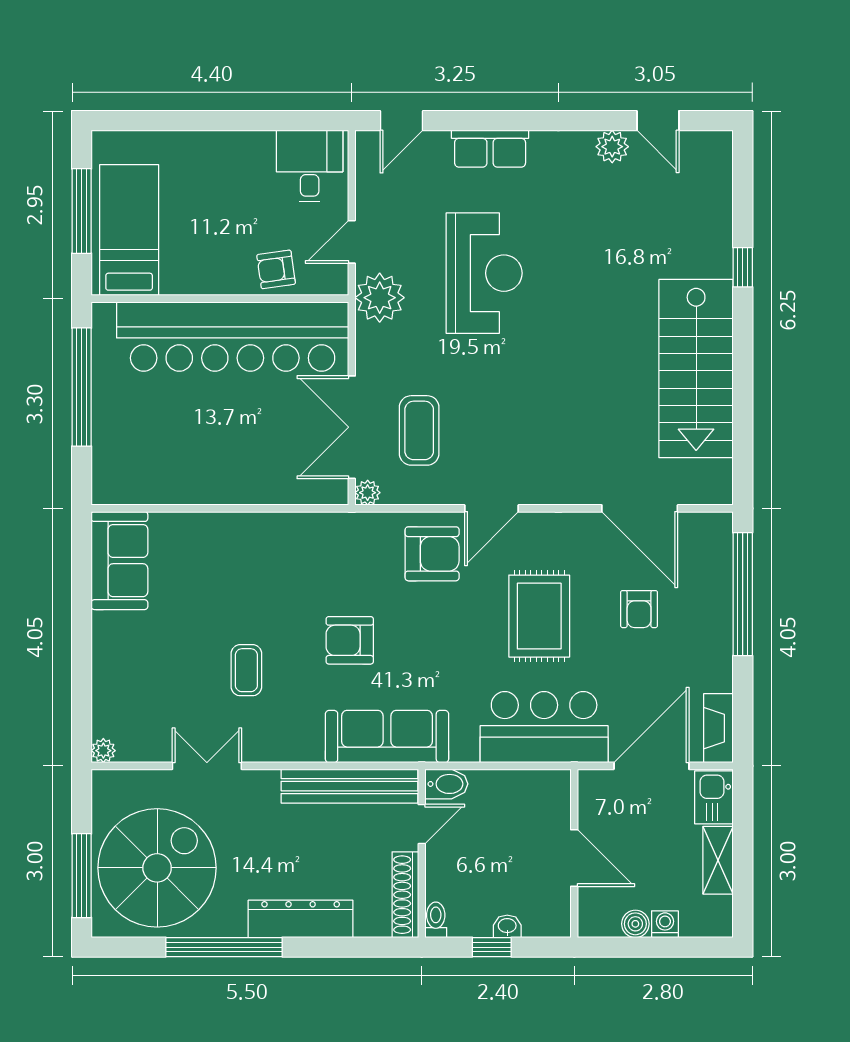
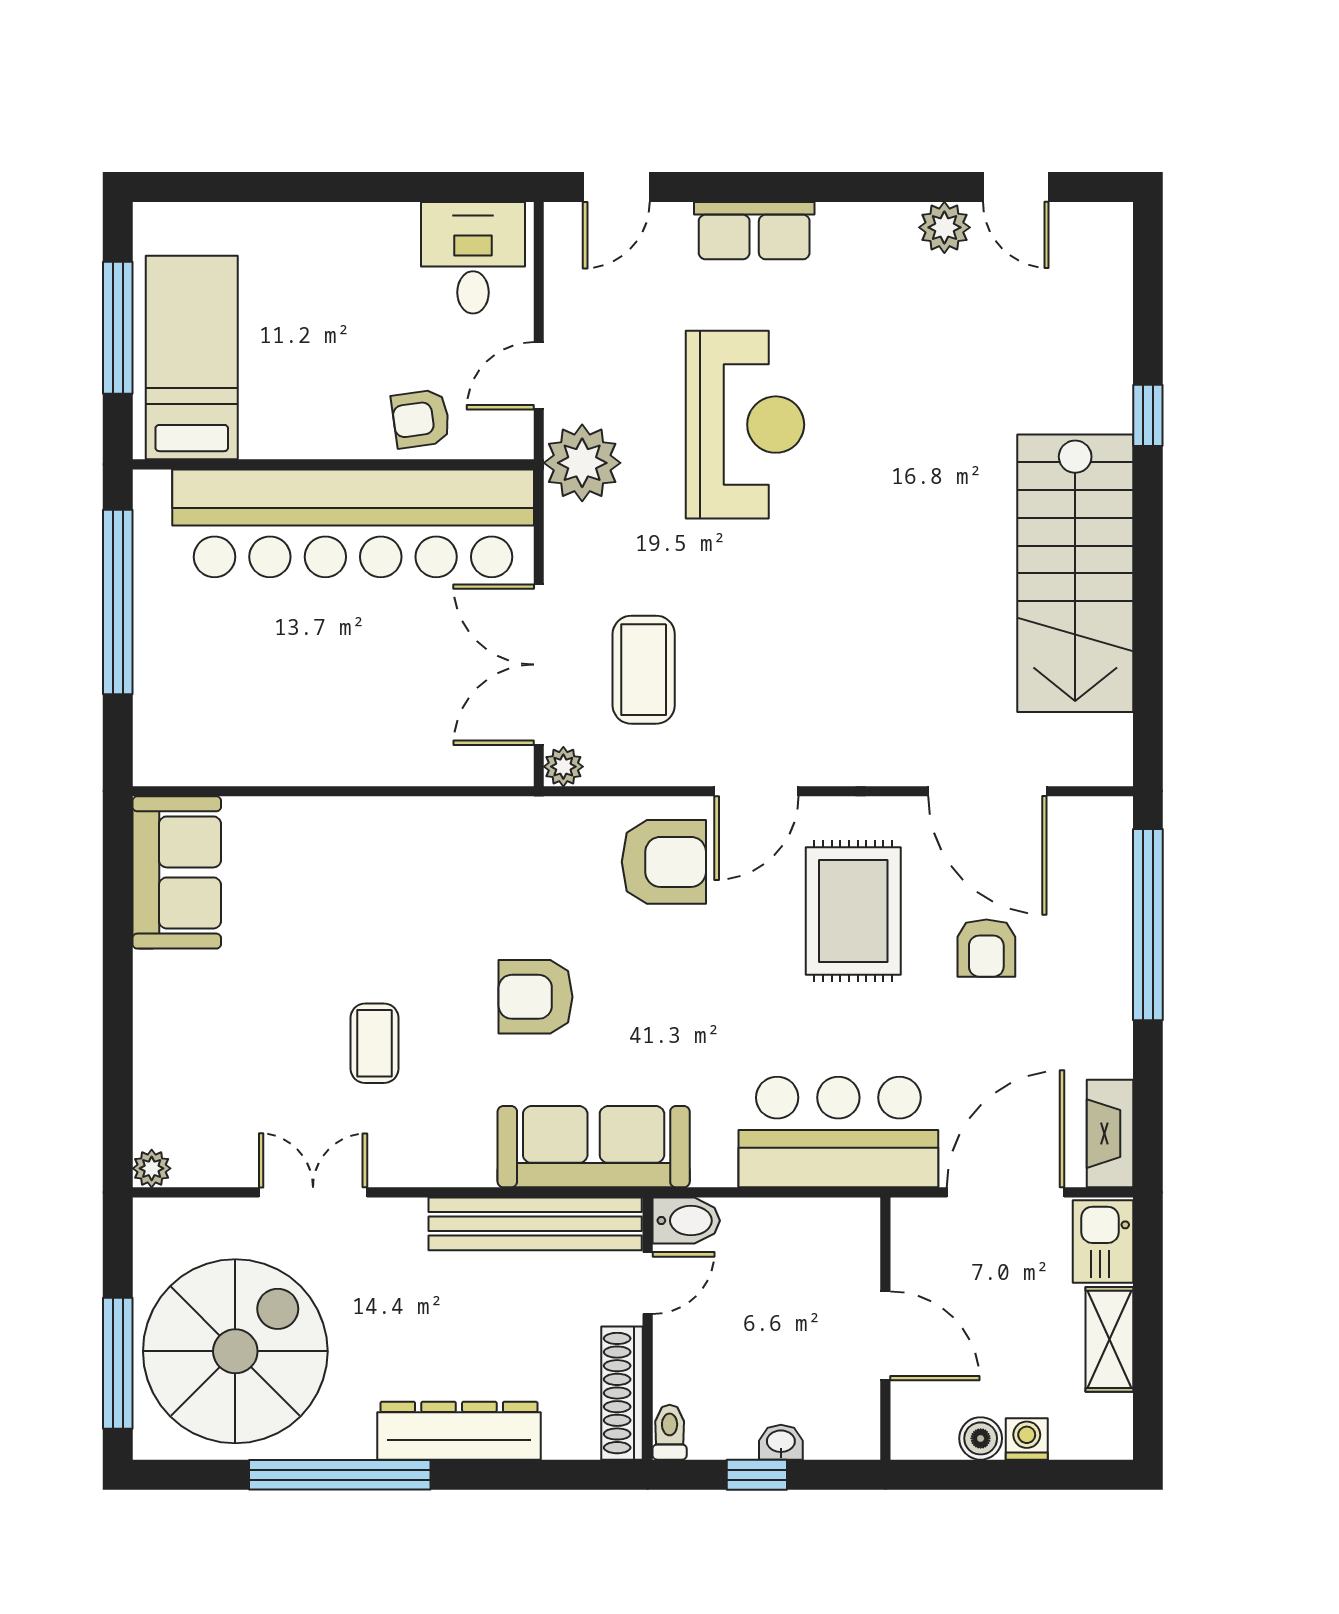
rug: (539, 616) -> (853, 911), moved

